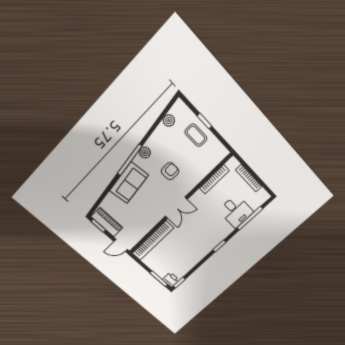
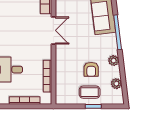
plant: (145, 153) -> (114, 61), moved
armchair: (170, 171) -> (91, 69), moved
double door: (176, 208) -> (53, 30), swing flipped

